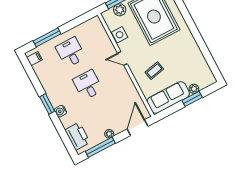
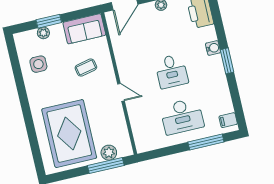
side table: (120, 35) -> (38, 64), moved
desk: (71, 52) -> (182, 116), width x1.37
sofa: (168, 97) -> (84, 29), width x0.73

